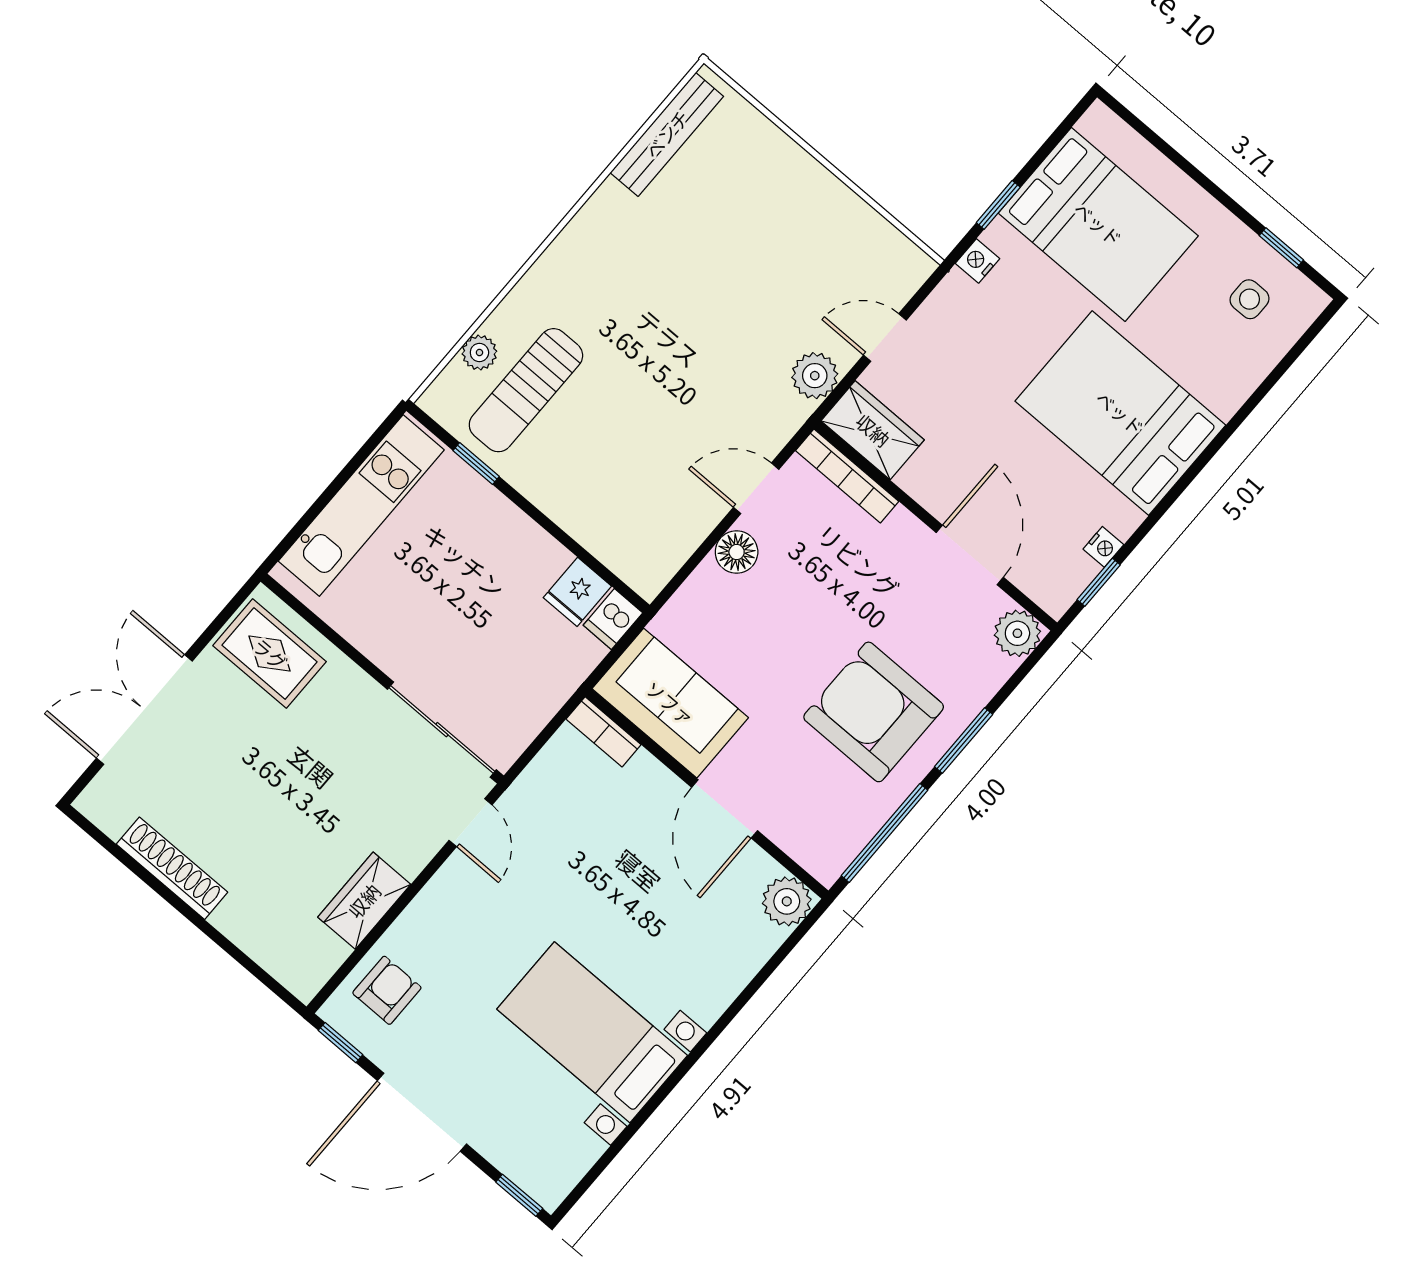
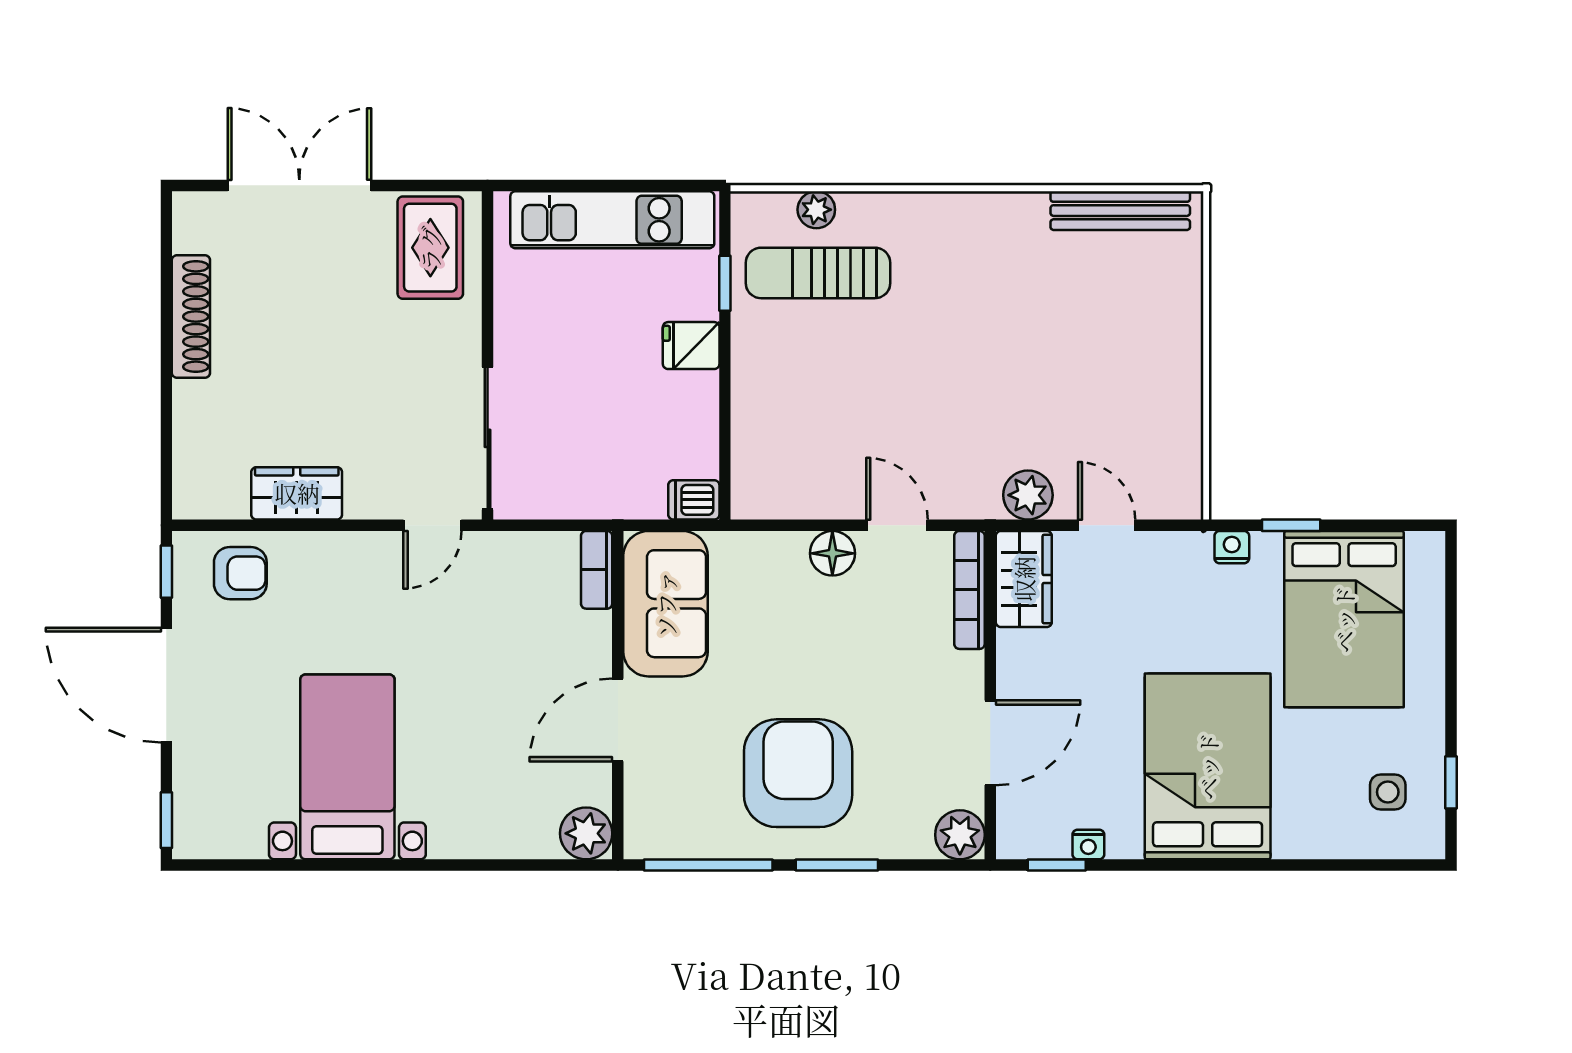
fridge: (577, 592) -> (691, 346), moved

